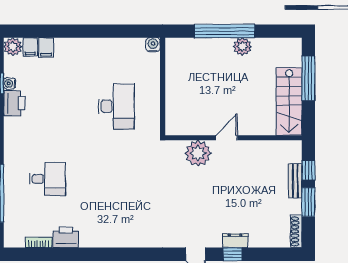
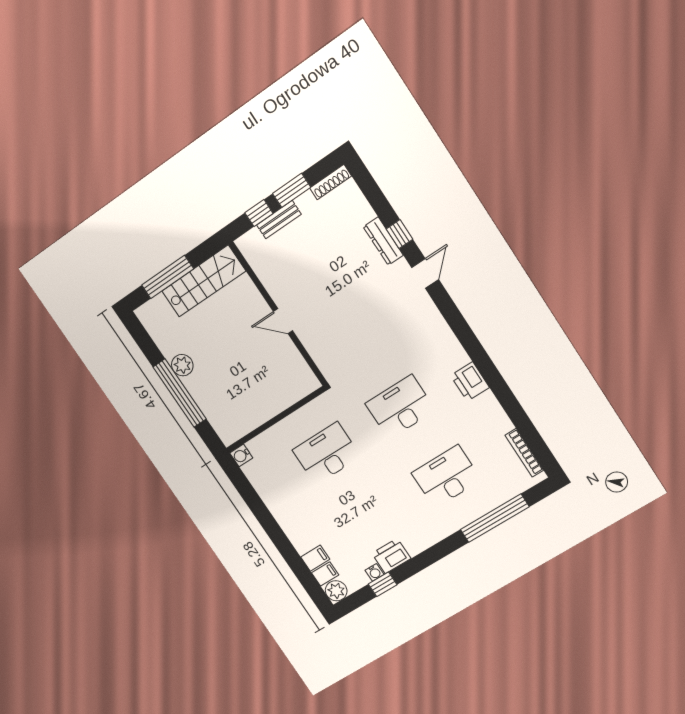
plant: (198, 153) -> (318, 340), removed
desk: (48, 179) -> (446, 477), width x1.37
desk: (116, 179) -> (400, 407), added
printer: (66, 237) -> (470, 381), moved
dresser: (235, 241) -> (383, 241), width x1.44
bookcase: (39, 242) -> (524, 453), width x1.56

